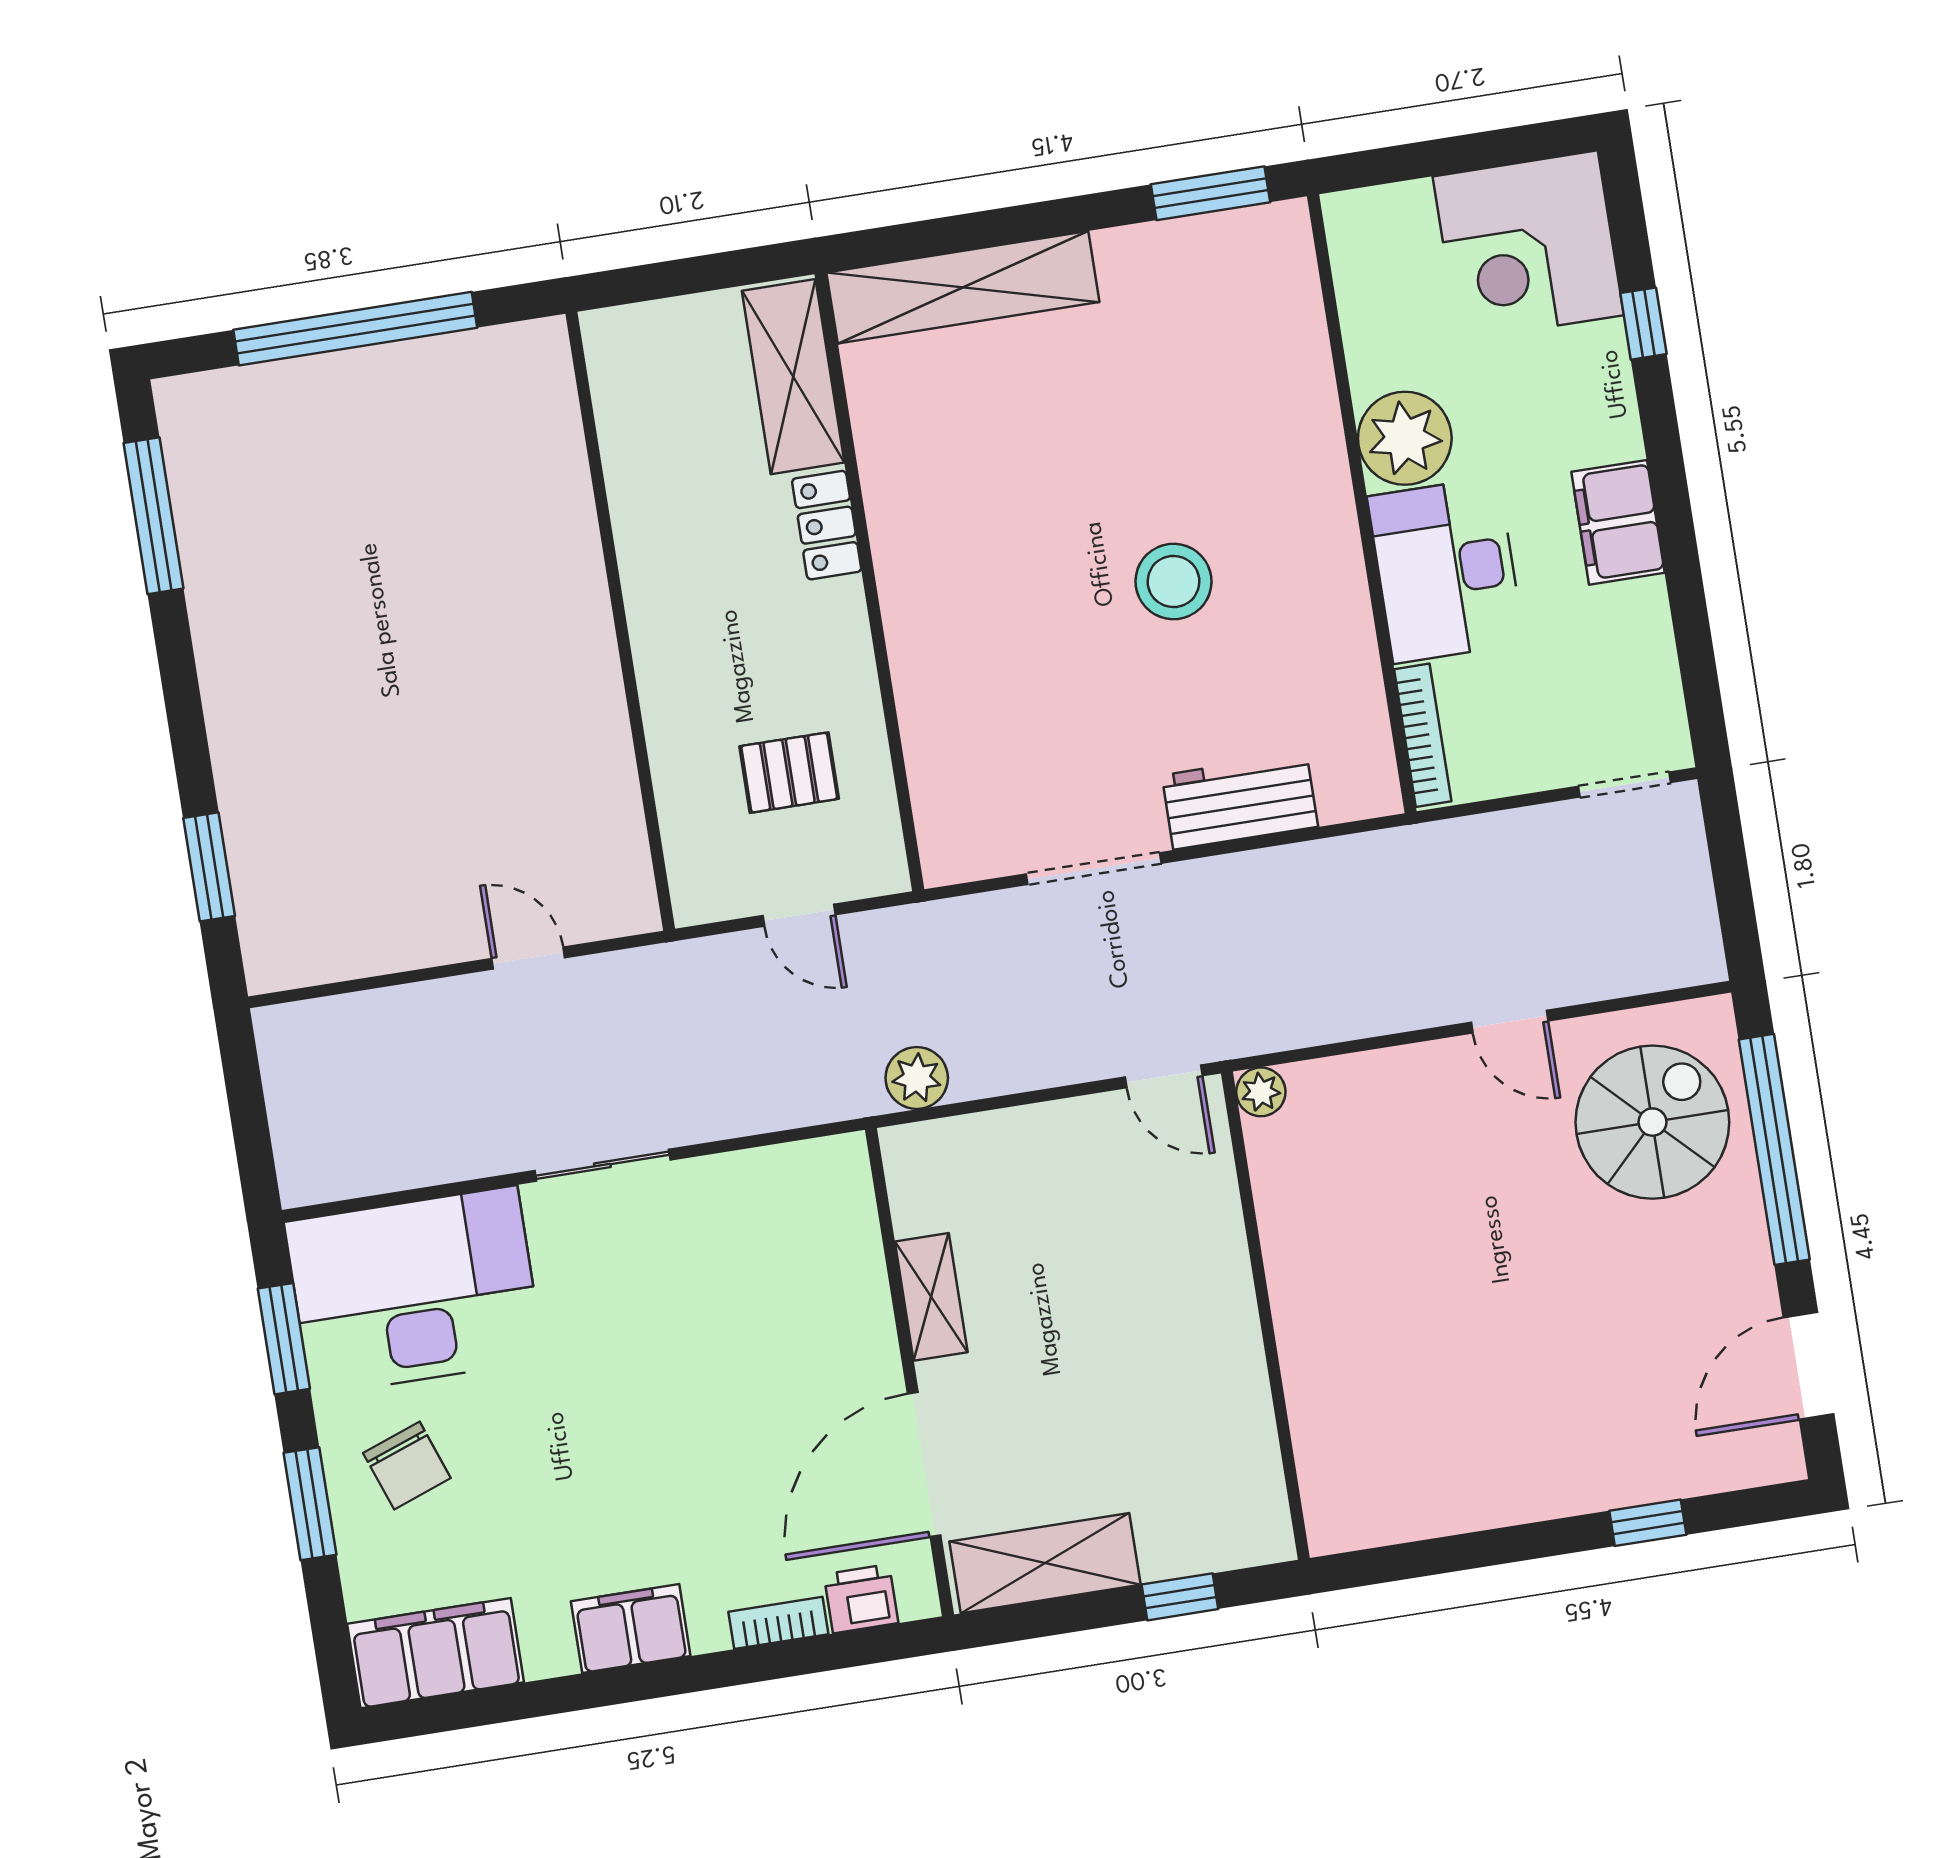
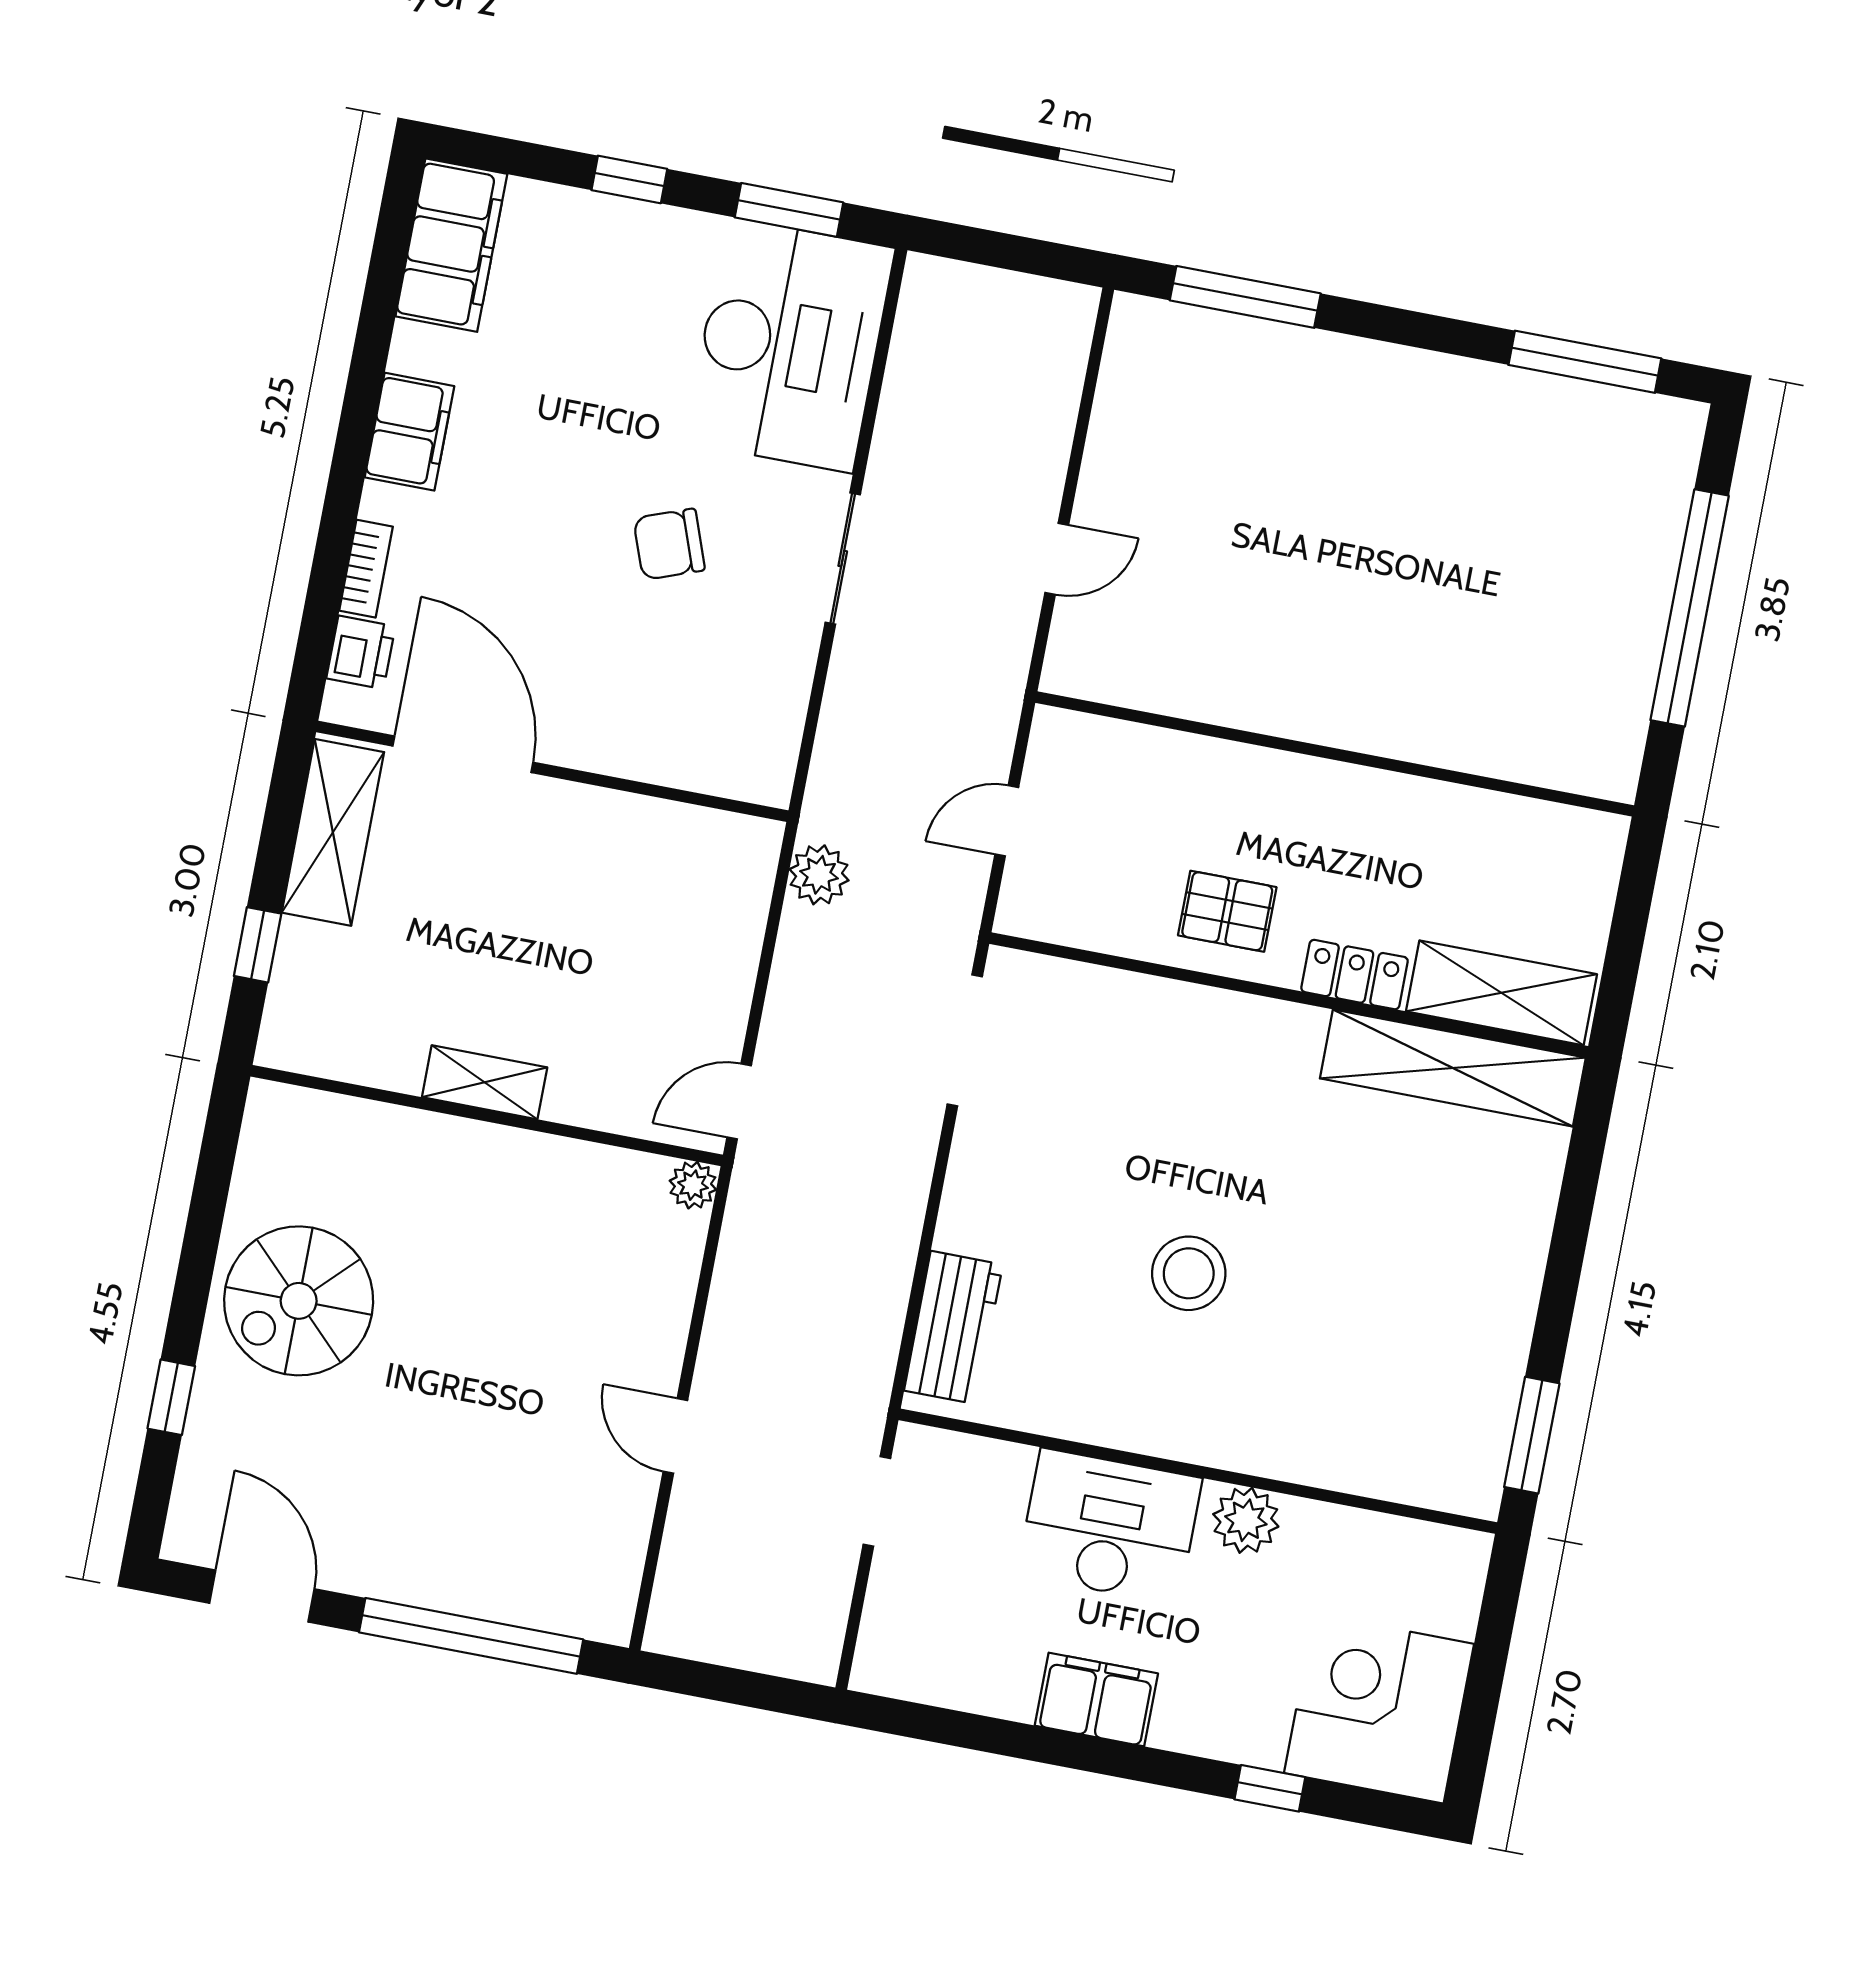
shelving: (963, 287) -> (1453, 1068), moved, turned 90
plant: (1405, 438) -> (1246, 1520), width x0.73, depth x0.73
bookcase: (1423, 735) -> (966, 1451), removed
pallet: (789, 773) -> (1227, 911), moved, turned 90
doorway: (1625, 784) -> (877, 1501), moved
workbench: (1240, 801) -> (953, 1328), moved
window: (209, 867) -> (1245, 297), width x1.44
doorway: (1094, 869) -> (965, 1040), moved
door: (1510, 1022) -> (675, 1436), hinge flipped
spiral stairs: (1652, 1122) -> (299, 1301), moved, turned 90
shelving: (931, 1297) -> (485, 1082), moved
chair: (407, 1465) -> (669, 544), moved
window: (310, 1504) -> (629, 179), width x0.67

